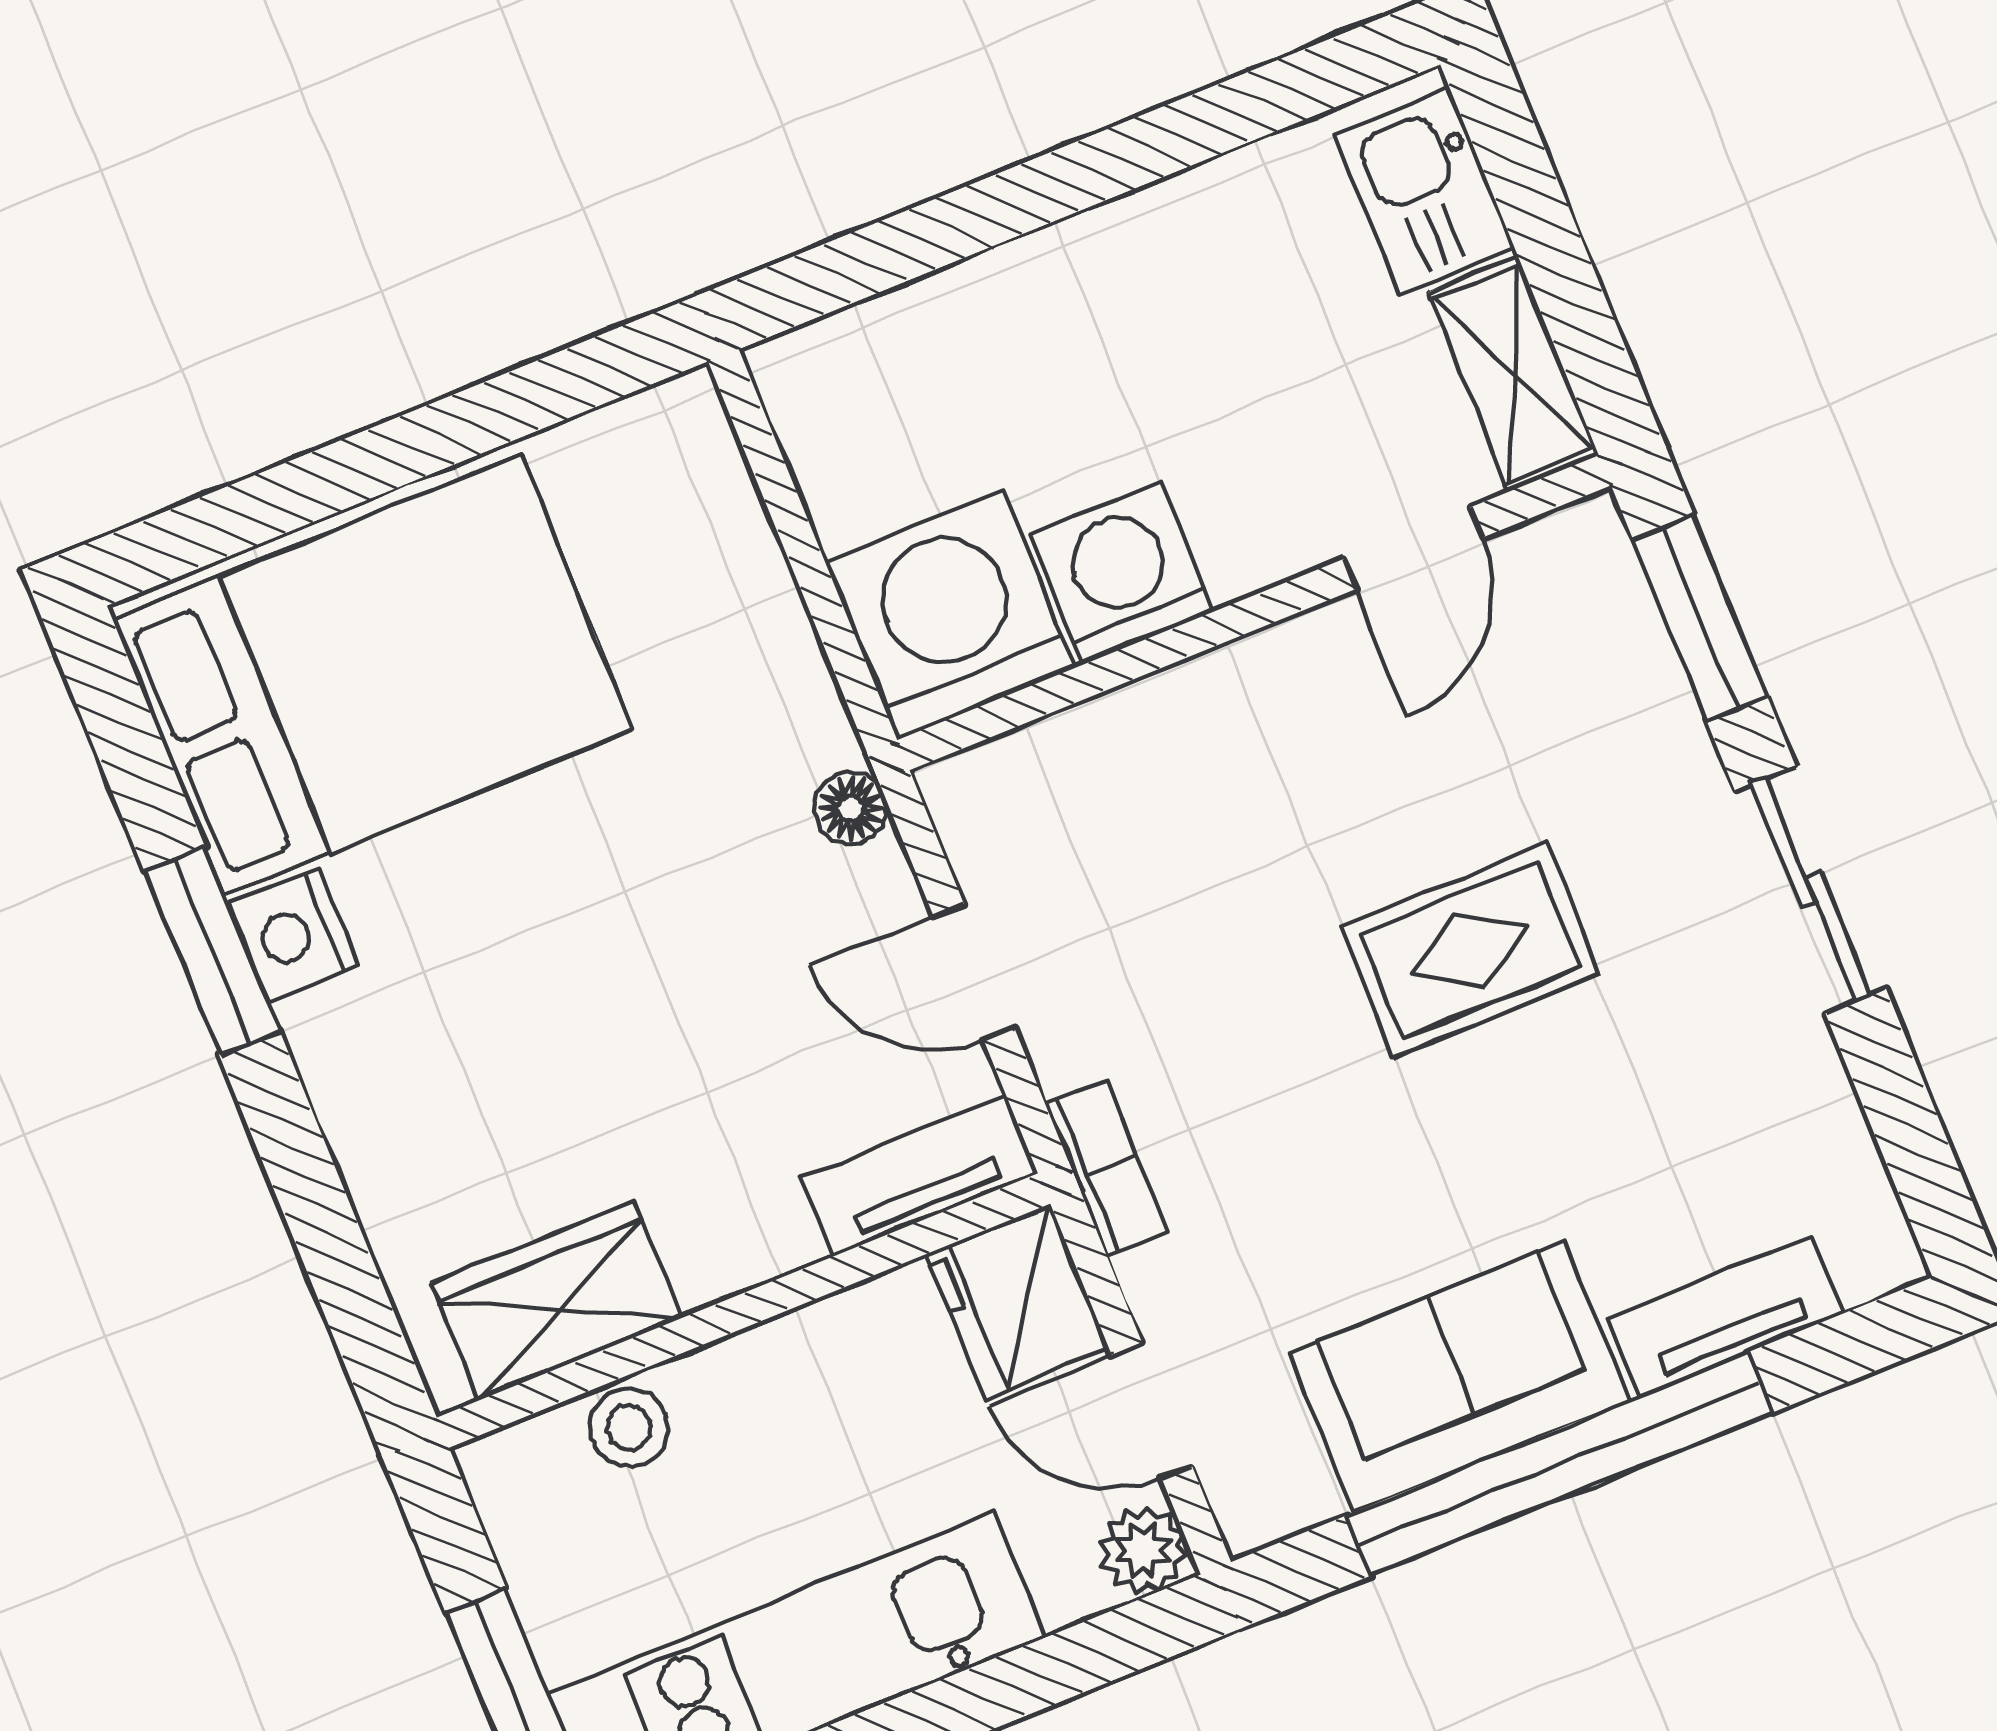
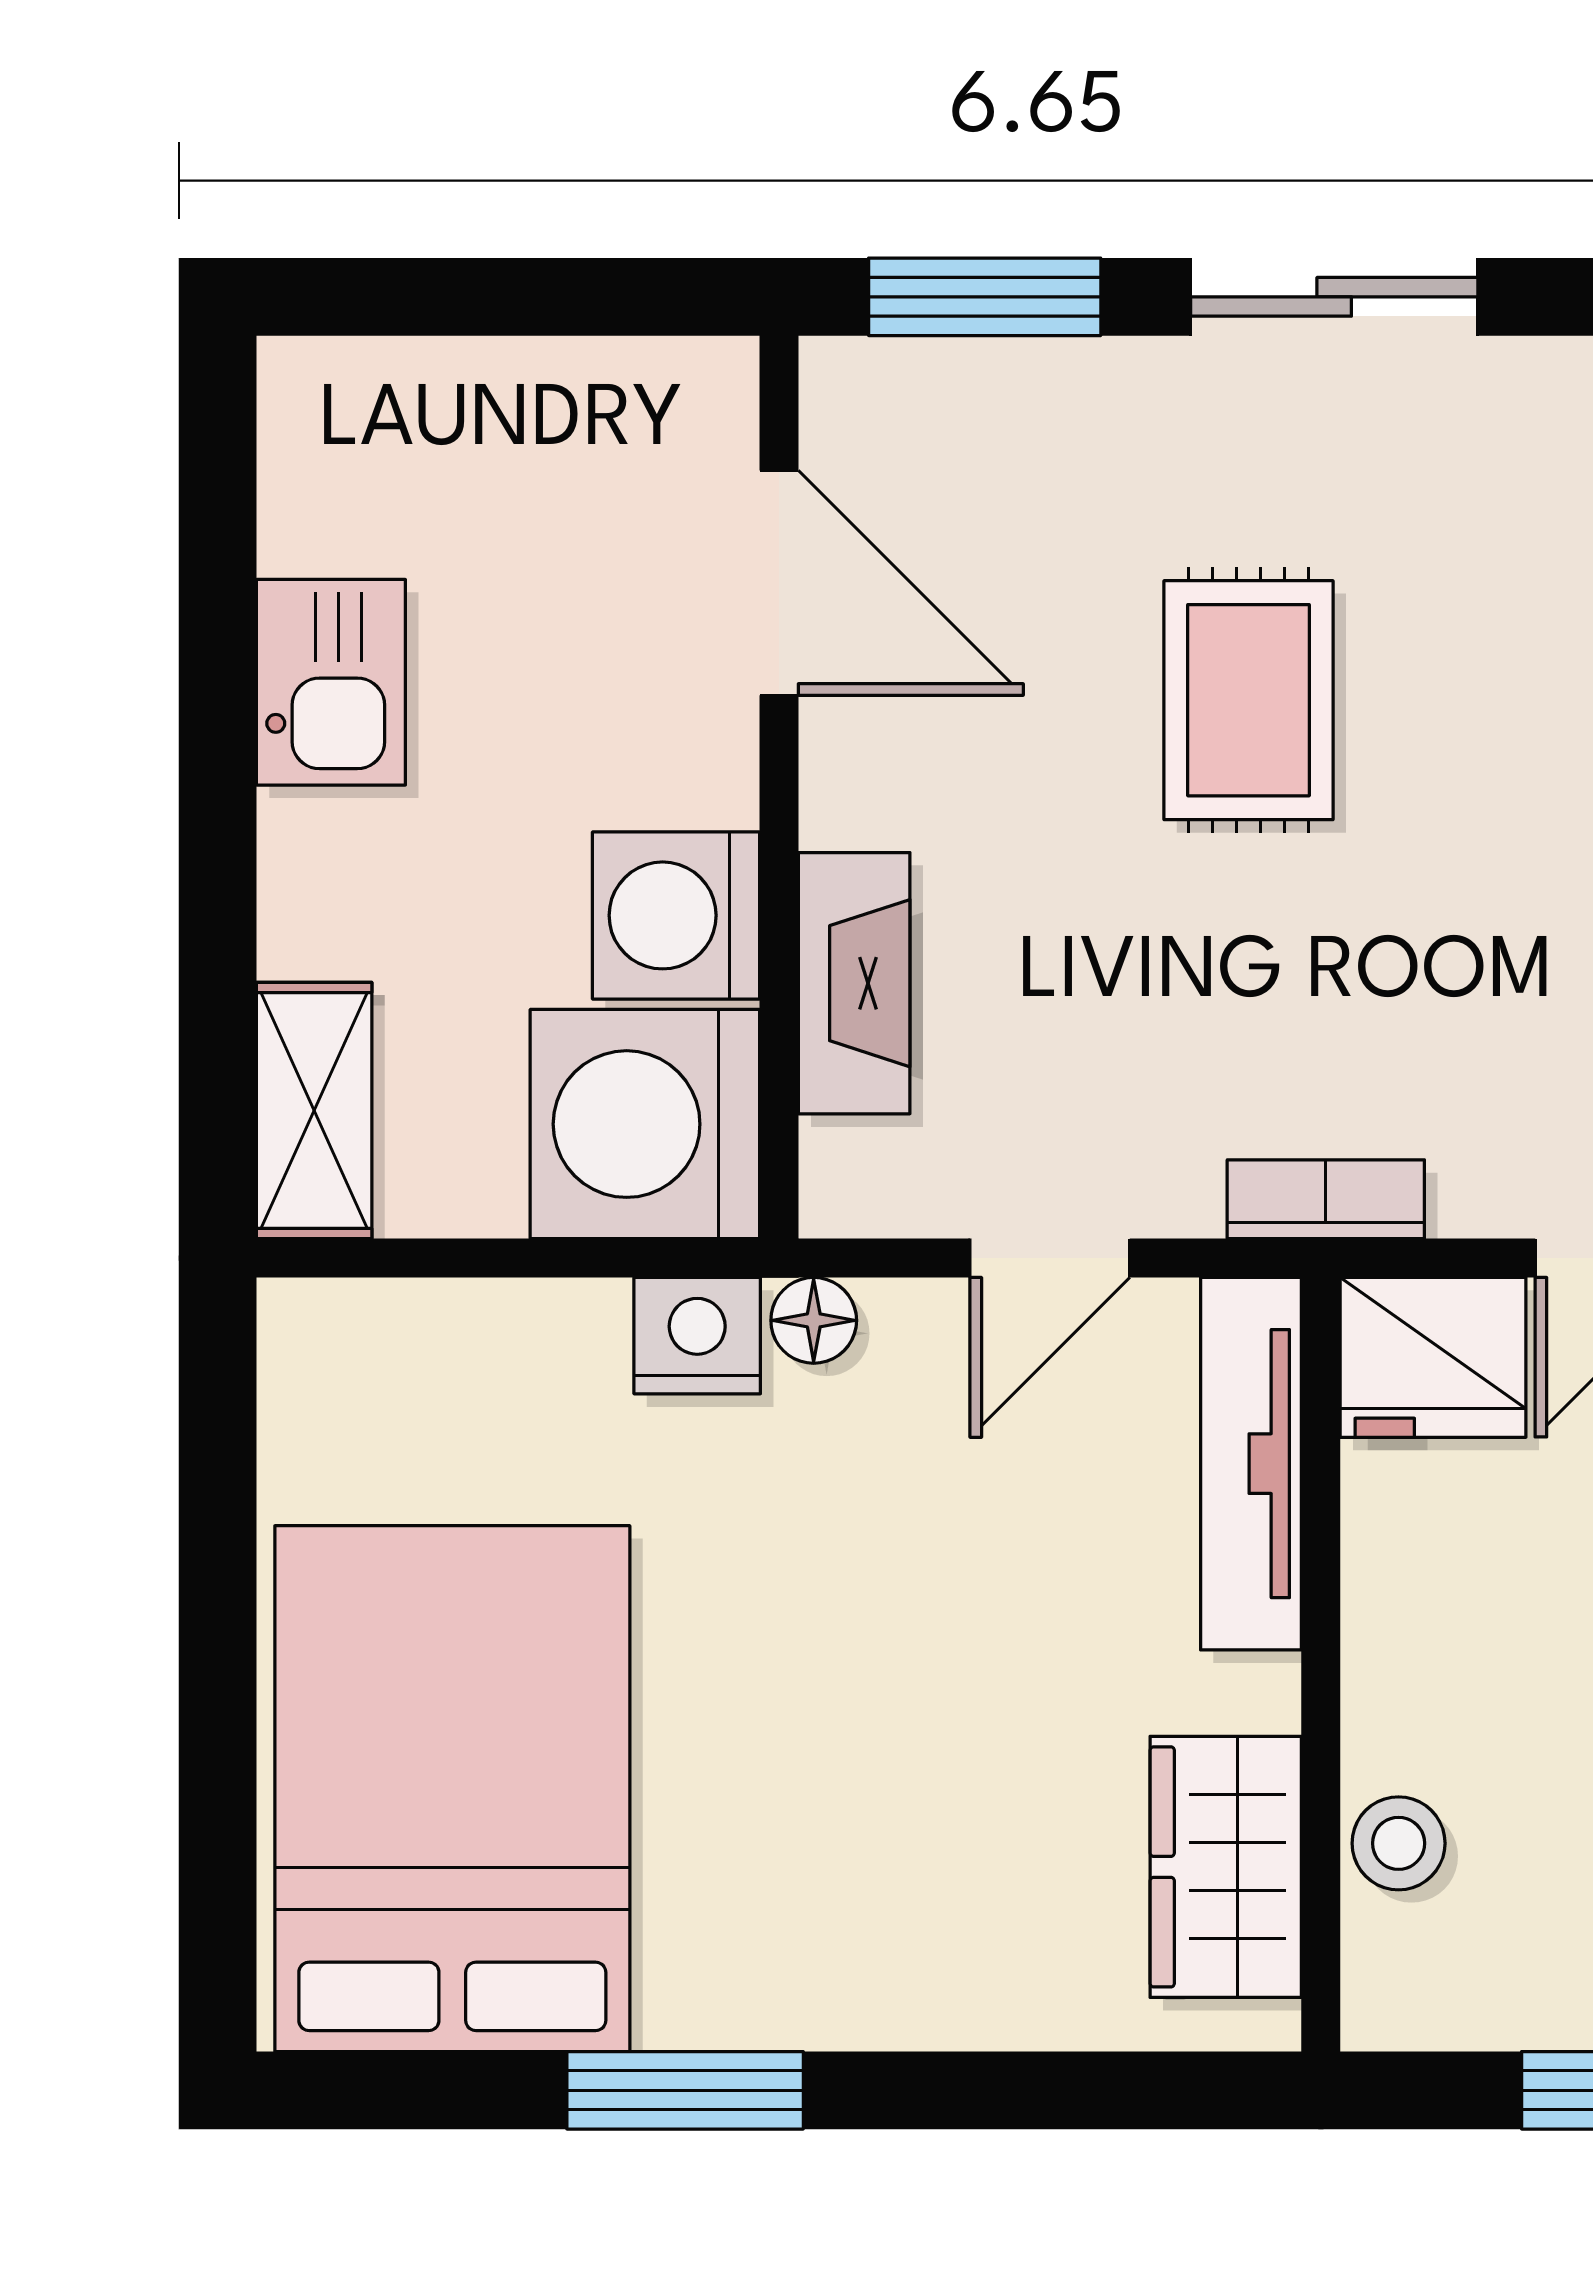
kitchen sink: (1424, 192) -> (331, 682), moved, turned -90
shelving: (1514, 374) -> (314, 1110), moved, turned 90
door: (1413, 548) -> (779, 583), width x1.38
fireplace: (1126, 733) -> (854, 983), added
nightstand: (293, 935) -> (697, 1336), moved, turned 180
tv unit: (920, 1176) -> (1251, 1464), width x1.41

